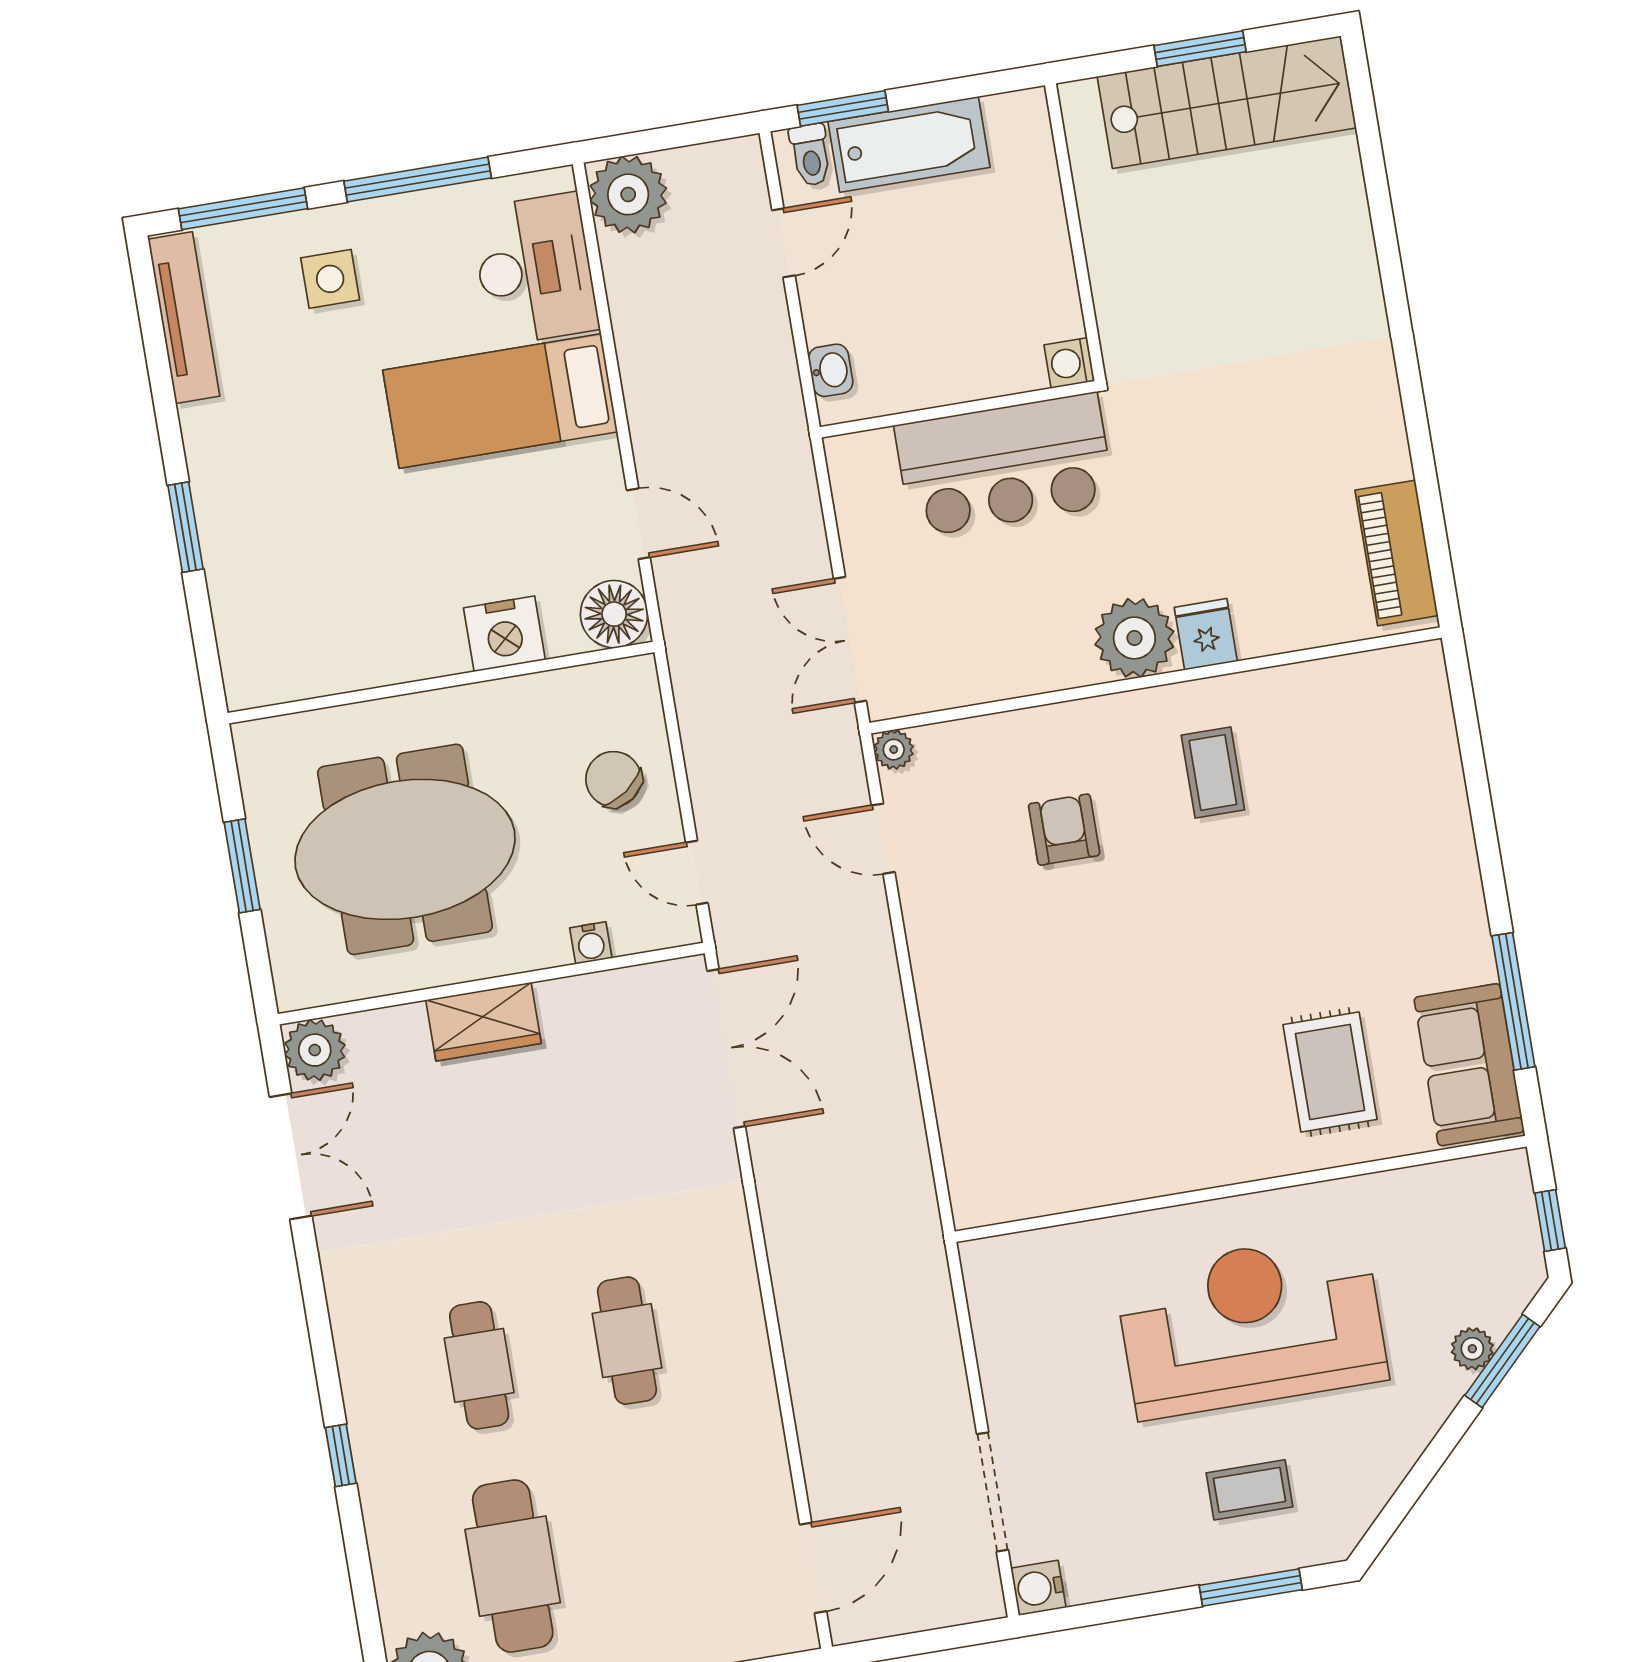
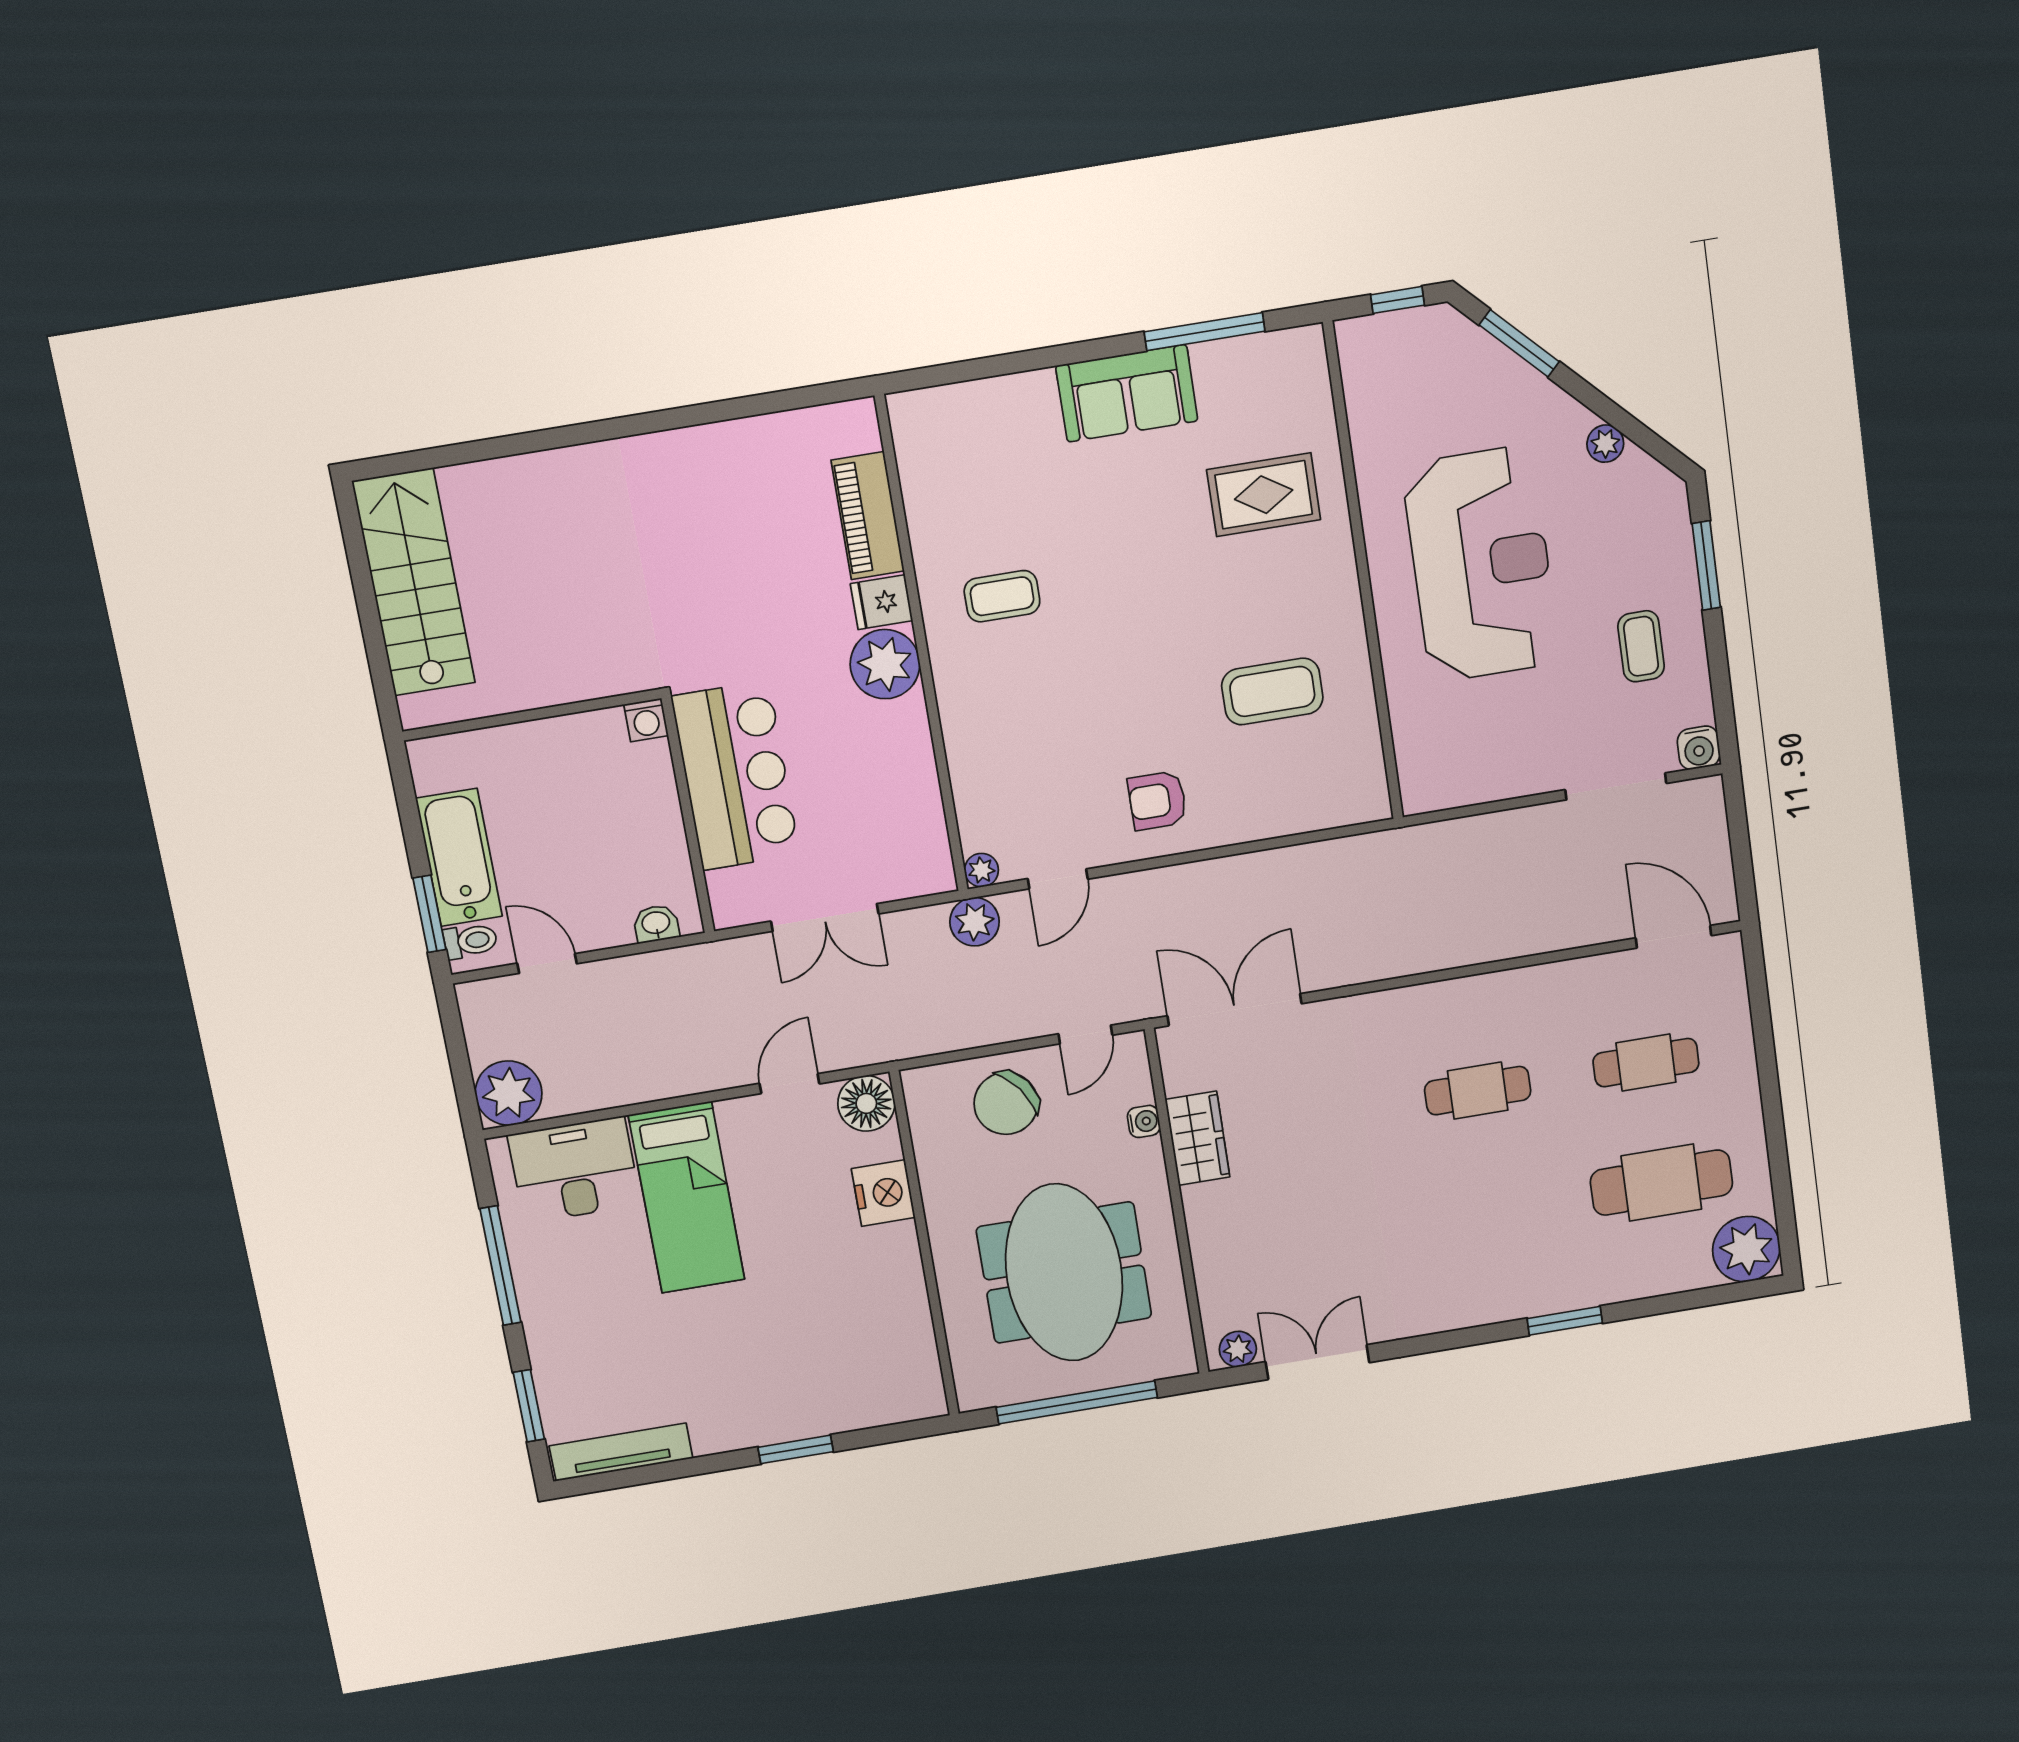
window: (1200, 49) -> (367, 606), removed
window: (243, 209) -> (529, 1406), width x0.69
side table: (330, 279) -> (586, 1336), removed
piano: (1396, 553) -> (868, 516), moved, turned 90
double door: (850, 640) -> (825, 917), moved
plant: (832, 742) -> (975, 922), added
chair: (613, 779) -> (1006, 1103), width x1.37, depth x1.37
armchair: (1064, 830) -> (1157, 801), moved
window: (242, 866) -> (1077, 1402), width x2.11
wardrobe: (484, 1022) -> (1198, 1138), moved
plant: (315, 1050) -> (1238, 1349), width x0.73, depth x0.73
sofa: (1469, 1065) -> (1127, 393), moved
coffee table: (1104, 1086) -> (1272, 691), added
reception desk: (1251, 1325) -> (1481, 564), turned 180
plant: (1472, 1349) -> (1605, 444), moved
cafe table: (479, 1365) -> (1646, 1063), moved
window: (341, 1455) -> (1565, 1321), width x1.50
coffee table: (1249, 1490) -> (1641, 646), moved

